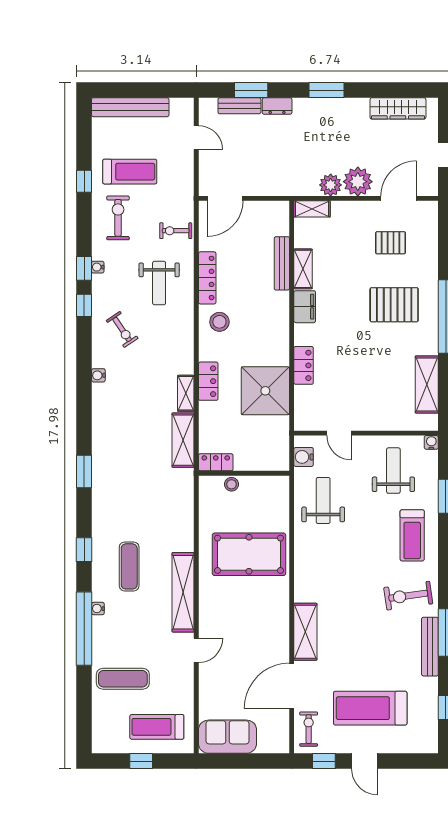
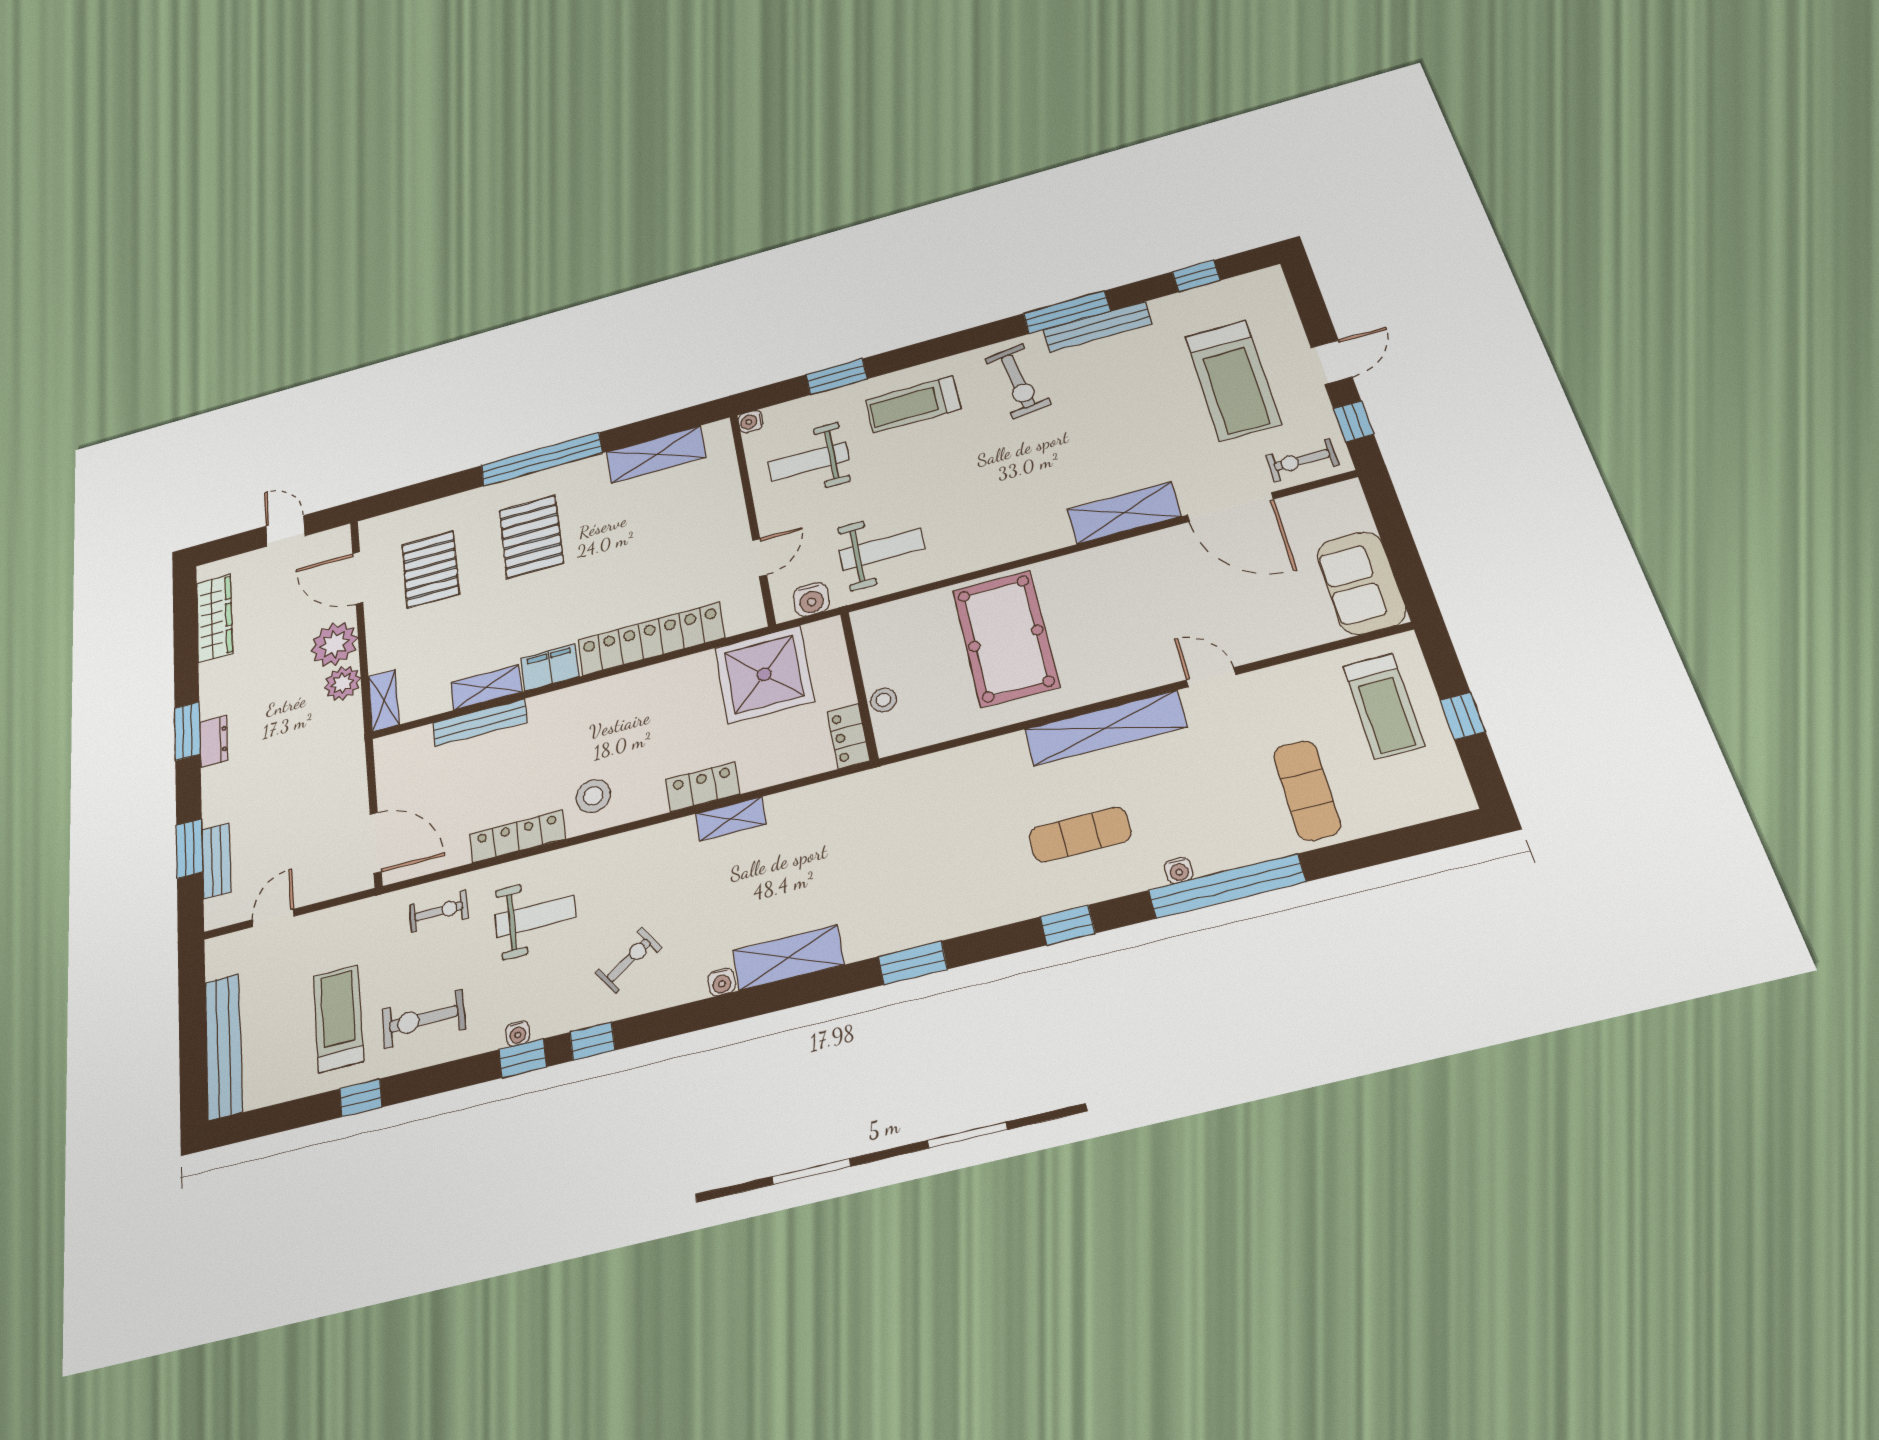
dresser: (277, 106) -> (214, 741), moved
exercise bike: (176, 231) -> (439, 911), turned -90
pallet: (391, 243) -> (430, 569), width x1.50, depth x1.42
locker: (304, 365) -> (651, 639), width x2.16, depth x1.21
shower: (265, 391) -> (764, 674), moved
shelving: (183, 440) -> (788, 958), moved
weight bench: (323, 500) -> (882, 549), turned 180
treadmill: (412, 535) -> (913, 405), turned 180

